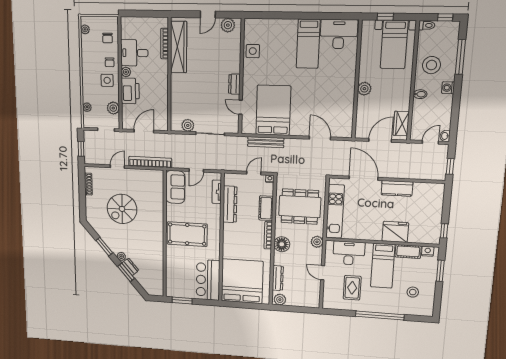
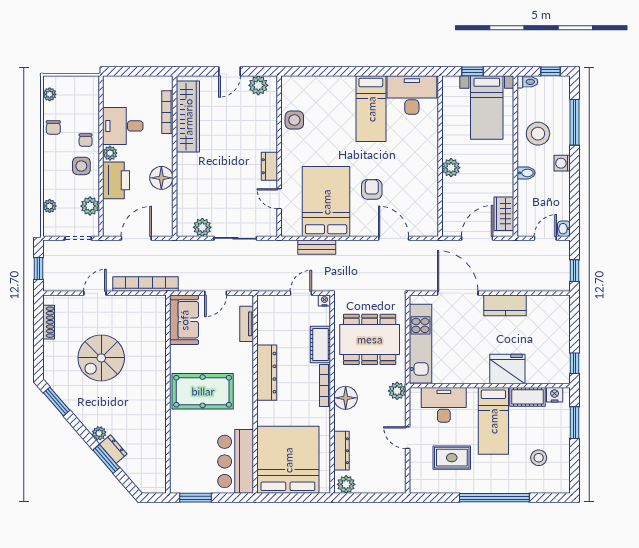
chair: (107, 38) -> (53, 127), moved
floor lamp: (160, 90) -> (161, 178), added
armchair: (306, 103) -> (372, 189), added
bench: (266, 142) -> (317, 247), width x0.73
dresser: (230, 204) -> (267, 373), moved
window: (104, 247) -> (57, 401), moved
rug: (352, 288) -> (452, 458), turned 90

